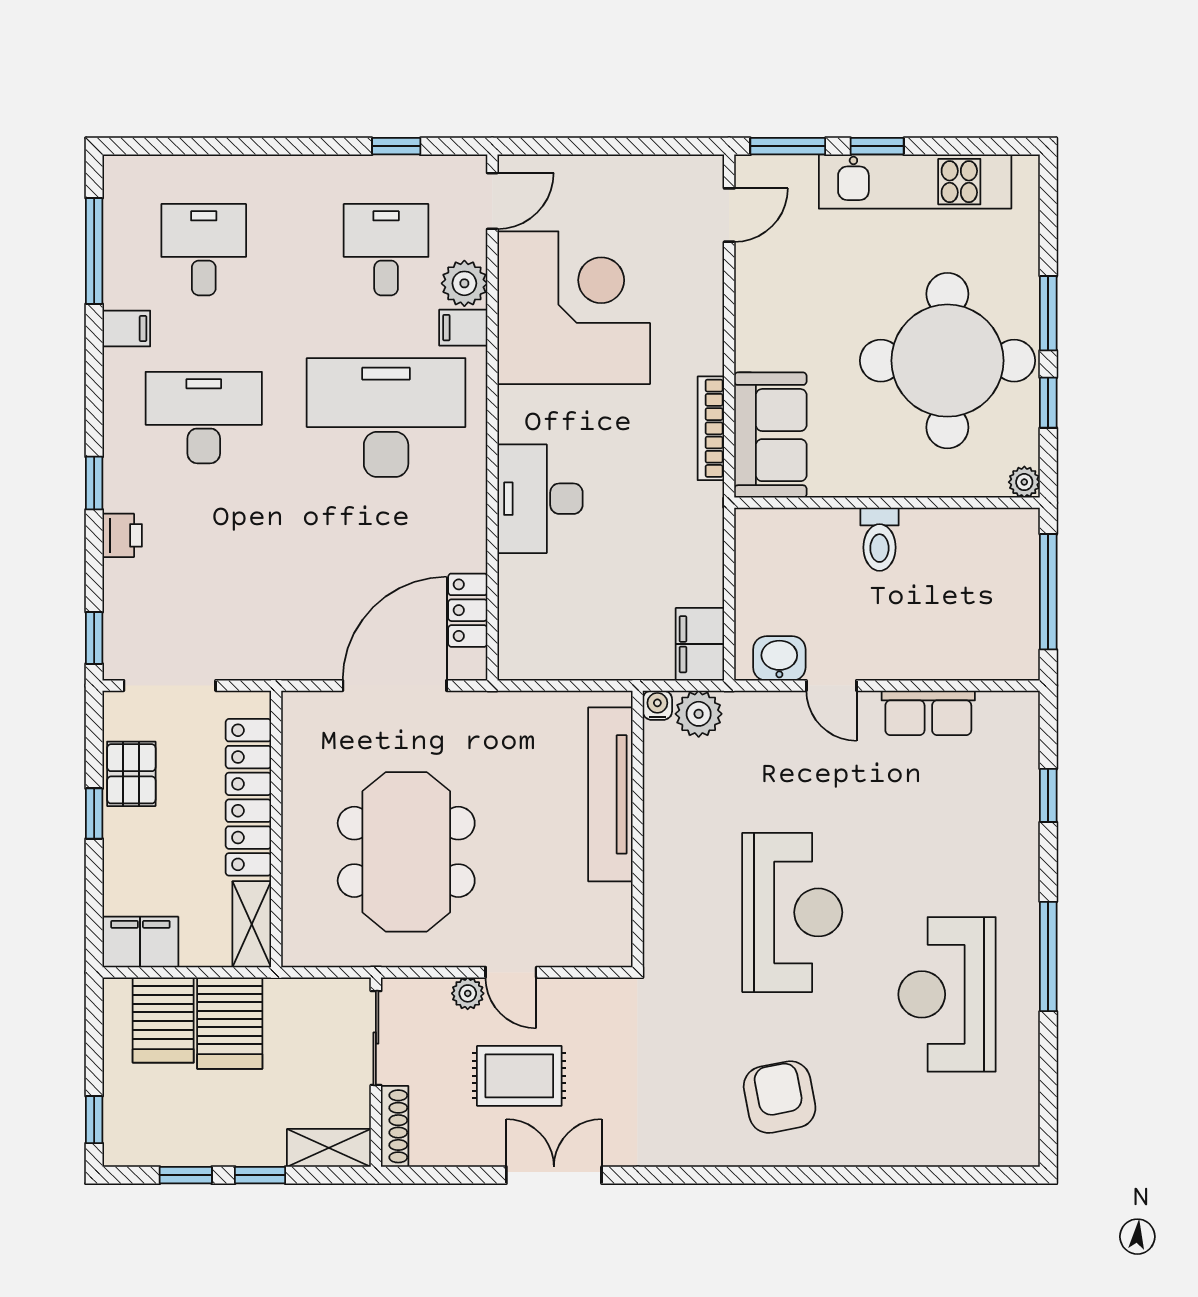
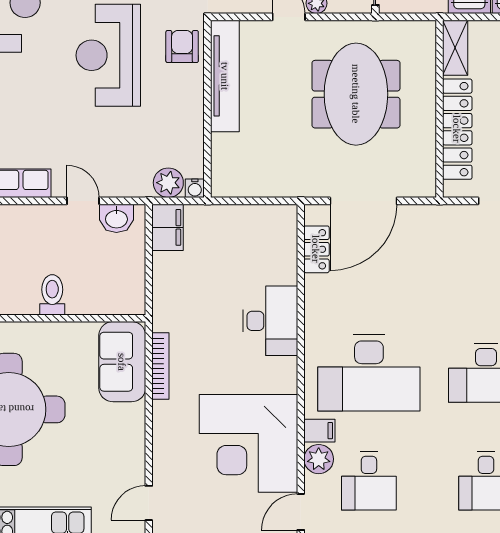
tv unit: (610, 794) -> (225, 76), moved
armchair: (677, 926) -> (182, 46), added

